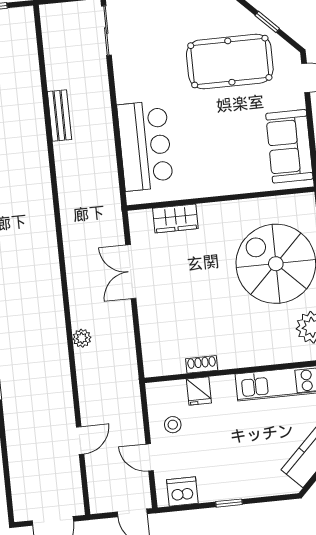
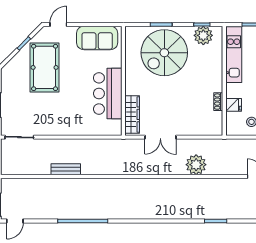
bar counter: (145, 146) -> (108, 93), moved, turned -90
wardrobe: (175, 218) -> (132, 114), width x1.50
plant: (82, 338) -> (196, 165), width x1.87, depth x1.87

